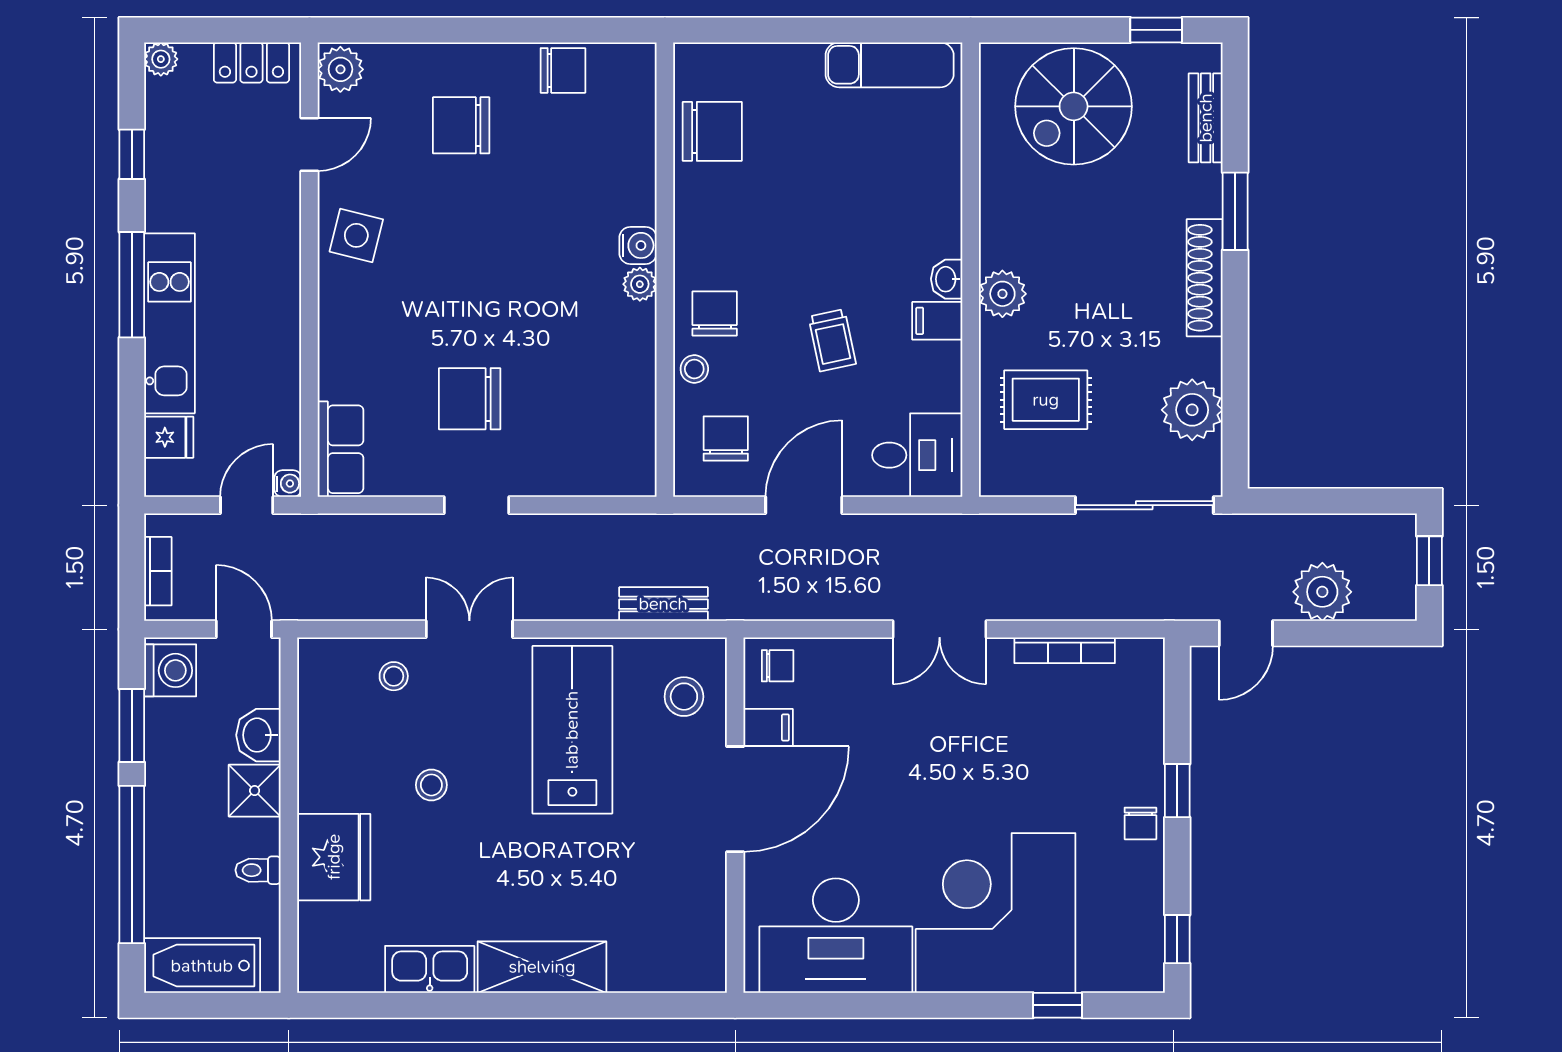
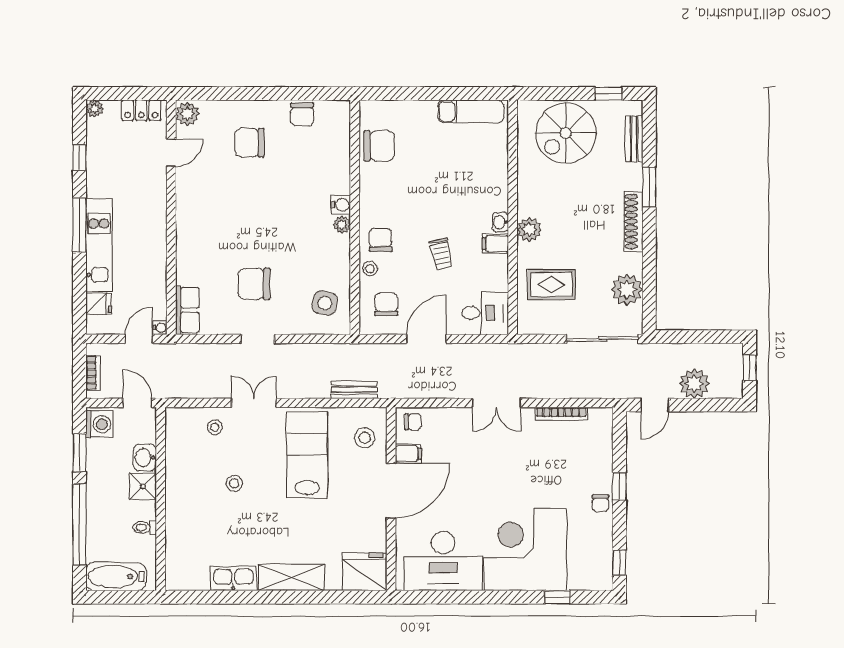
chair: (563, 70) -> (302, 114), turned 90
side table: (356, 235) -> (325, 303), moved
fridge: (334, 857) -> (364, 572), moved, turned -90

